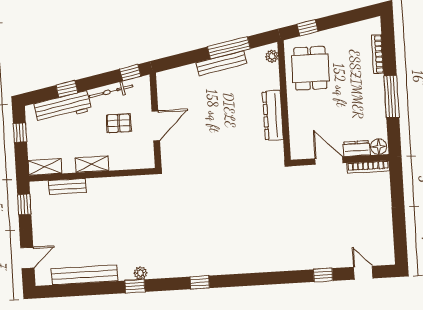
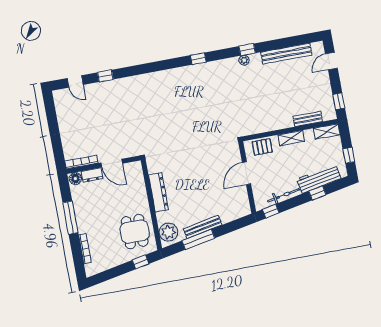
plant: (272, 56) -> (168, 232), width x1.87, depth x1.87
pallet: (119, 123) -> (262, 147), moved

